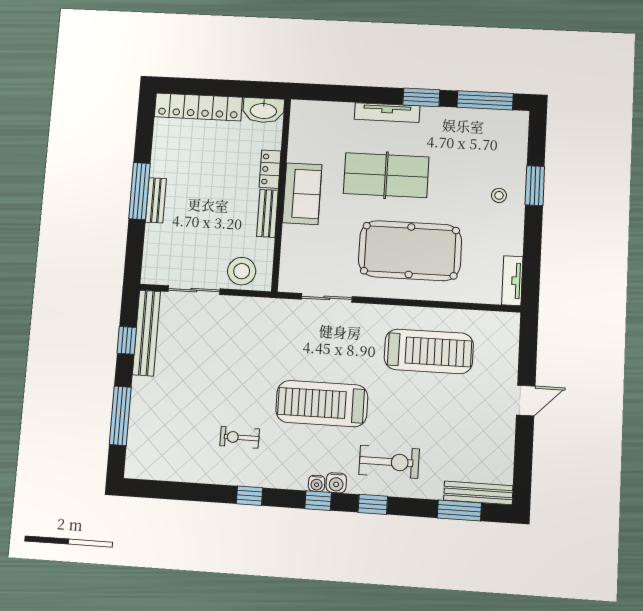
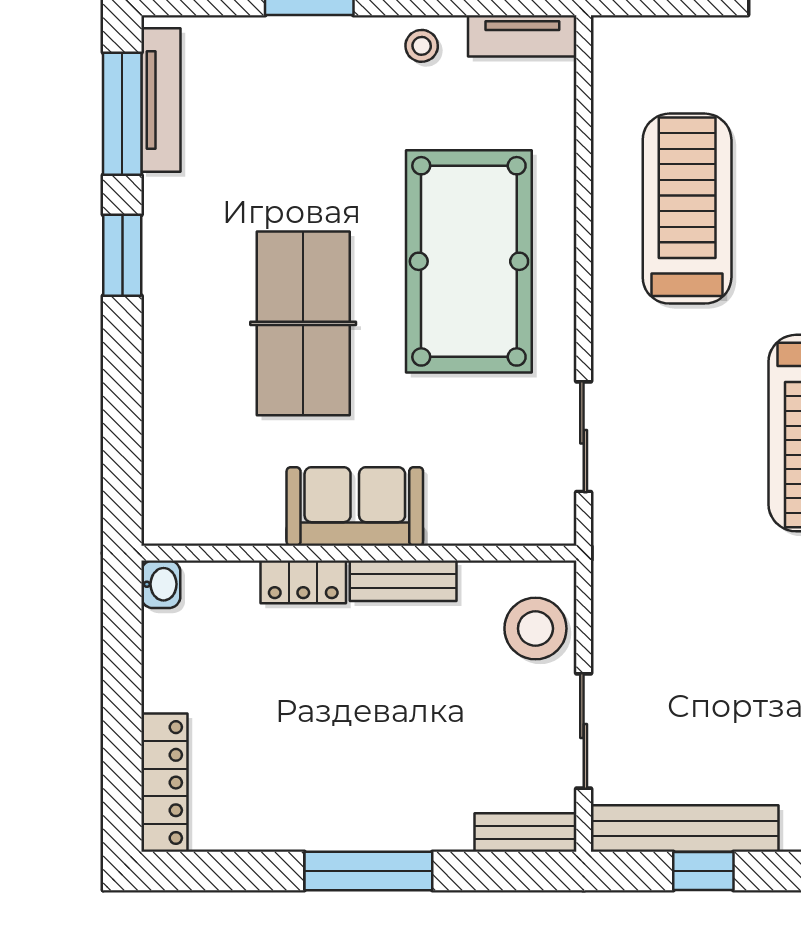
locker: (198, 107) -> (164, 783), width x0.71, depth x0.83
washbasin: (263, 110) -> (161, 584), width x0.52, depth x0.69
tv unit: (387, 113) -> (161, 100), moved
stool: (499, 195) -> (422, 46), moved
bench: (156, 200) -> (526, 832), moved

